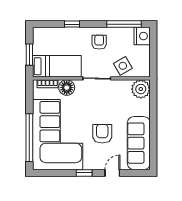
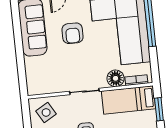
side table: (123, 66) -> (46, 112), moved
plant: (141, 89) -> (36, 85), removed

